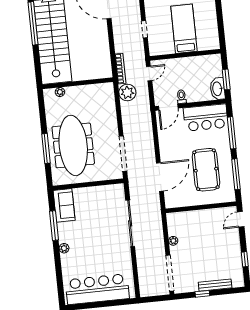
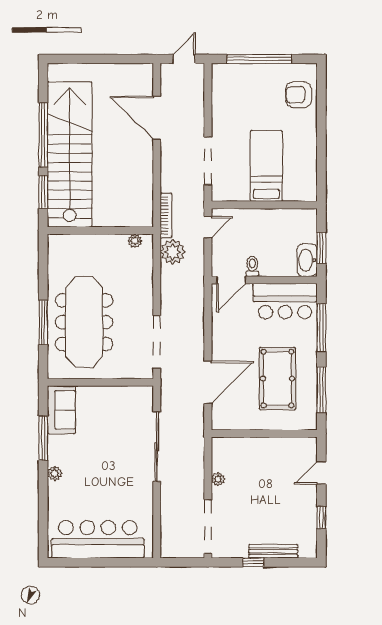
doorway: (145, 29) -> (208, 161), width x1.88
window: (37, 61) -> (43, 192), added
plant: (60, 92) -> (135, 241), moved
door: (241, 219) -> (321, 473), moved

